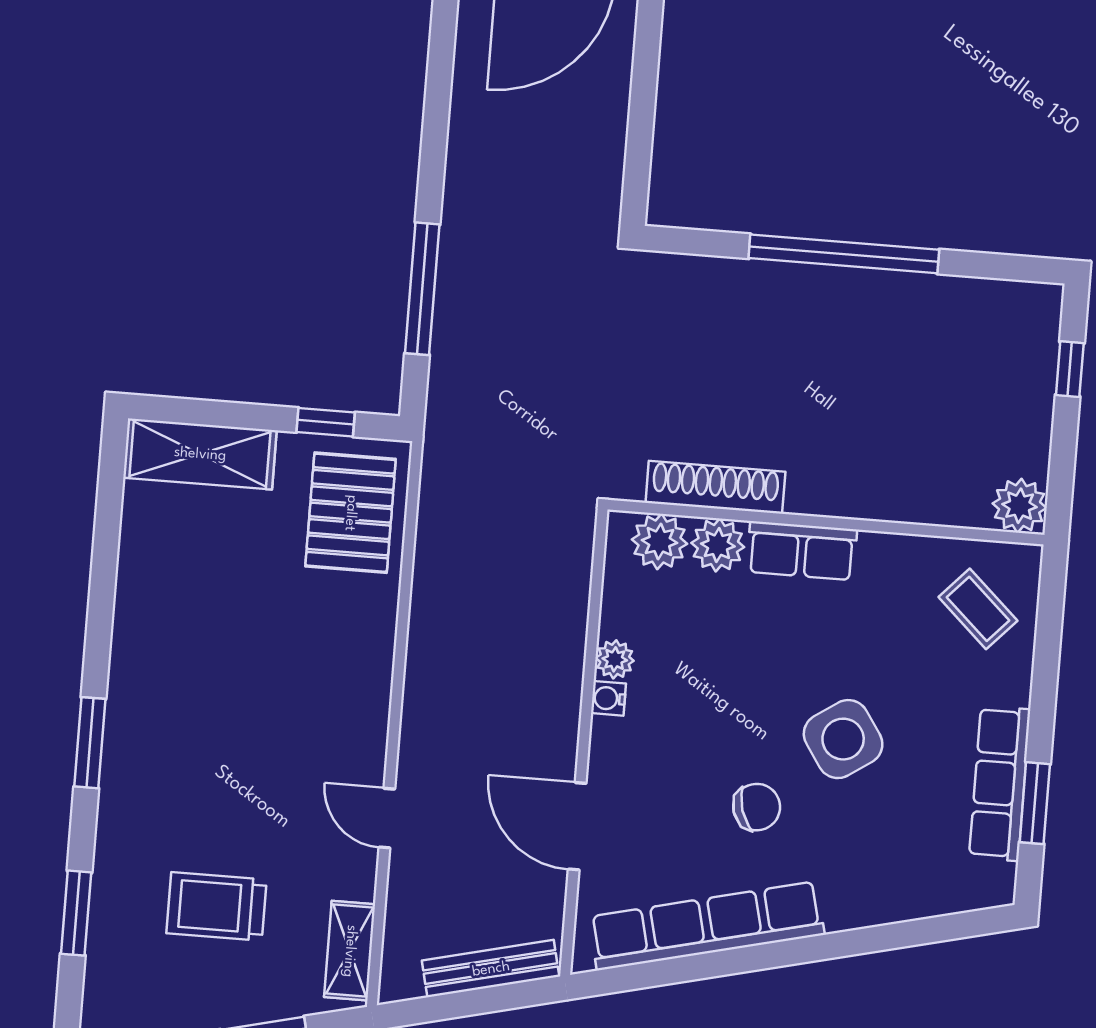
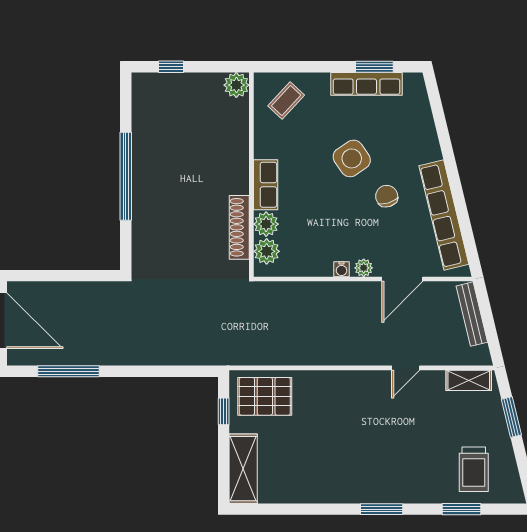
window: (422, 289) -> (68, 371), moved
plant: (615, 659) -> (364, 268), moved
trolley: (216, 906) -> (474, 469), moved

